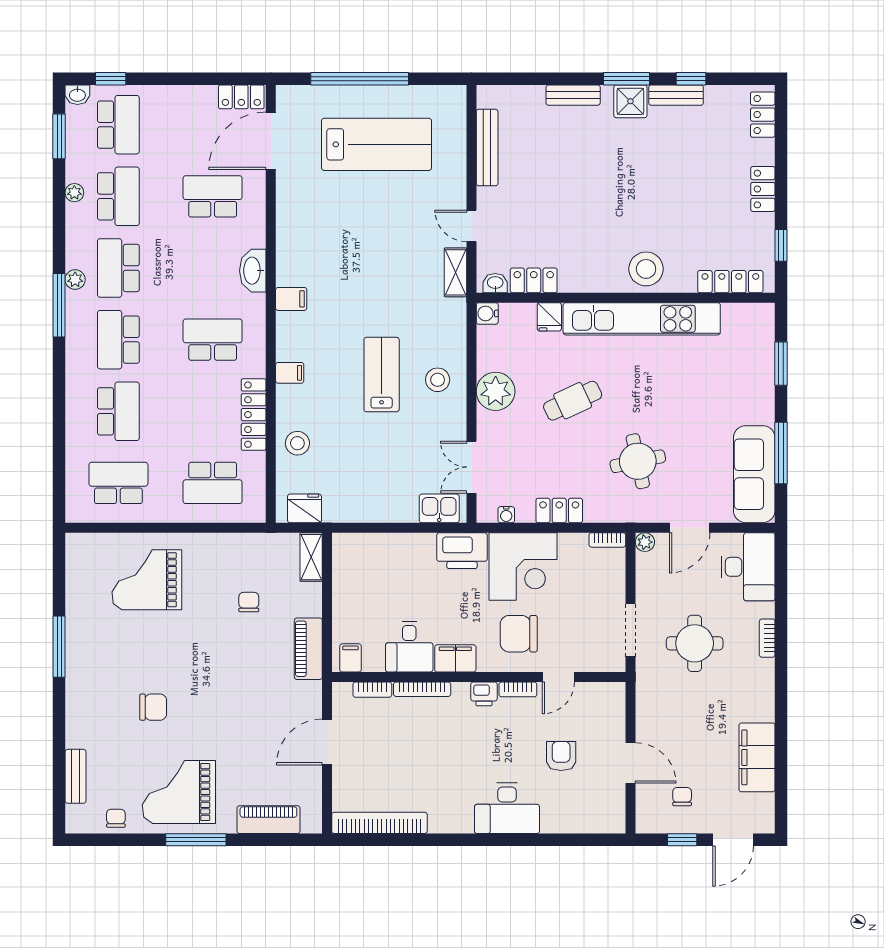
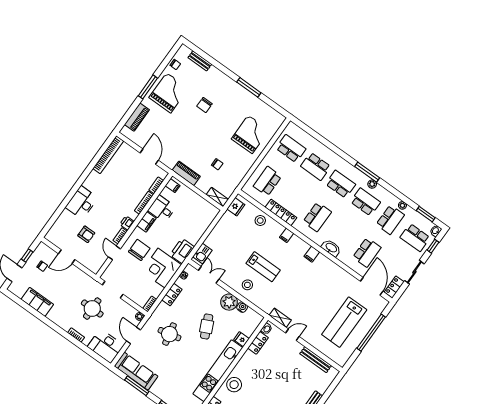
sliding door: (185, 79) -> (414, 272), added
school desk: (118, 196) -> (390, 220), turned -90
water cooler: (487, 313) -> (242, 307), moved
school desk: (118, 483) -> (291, 149), turned -90

